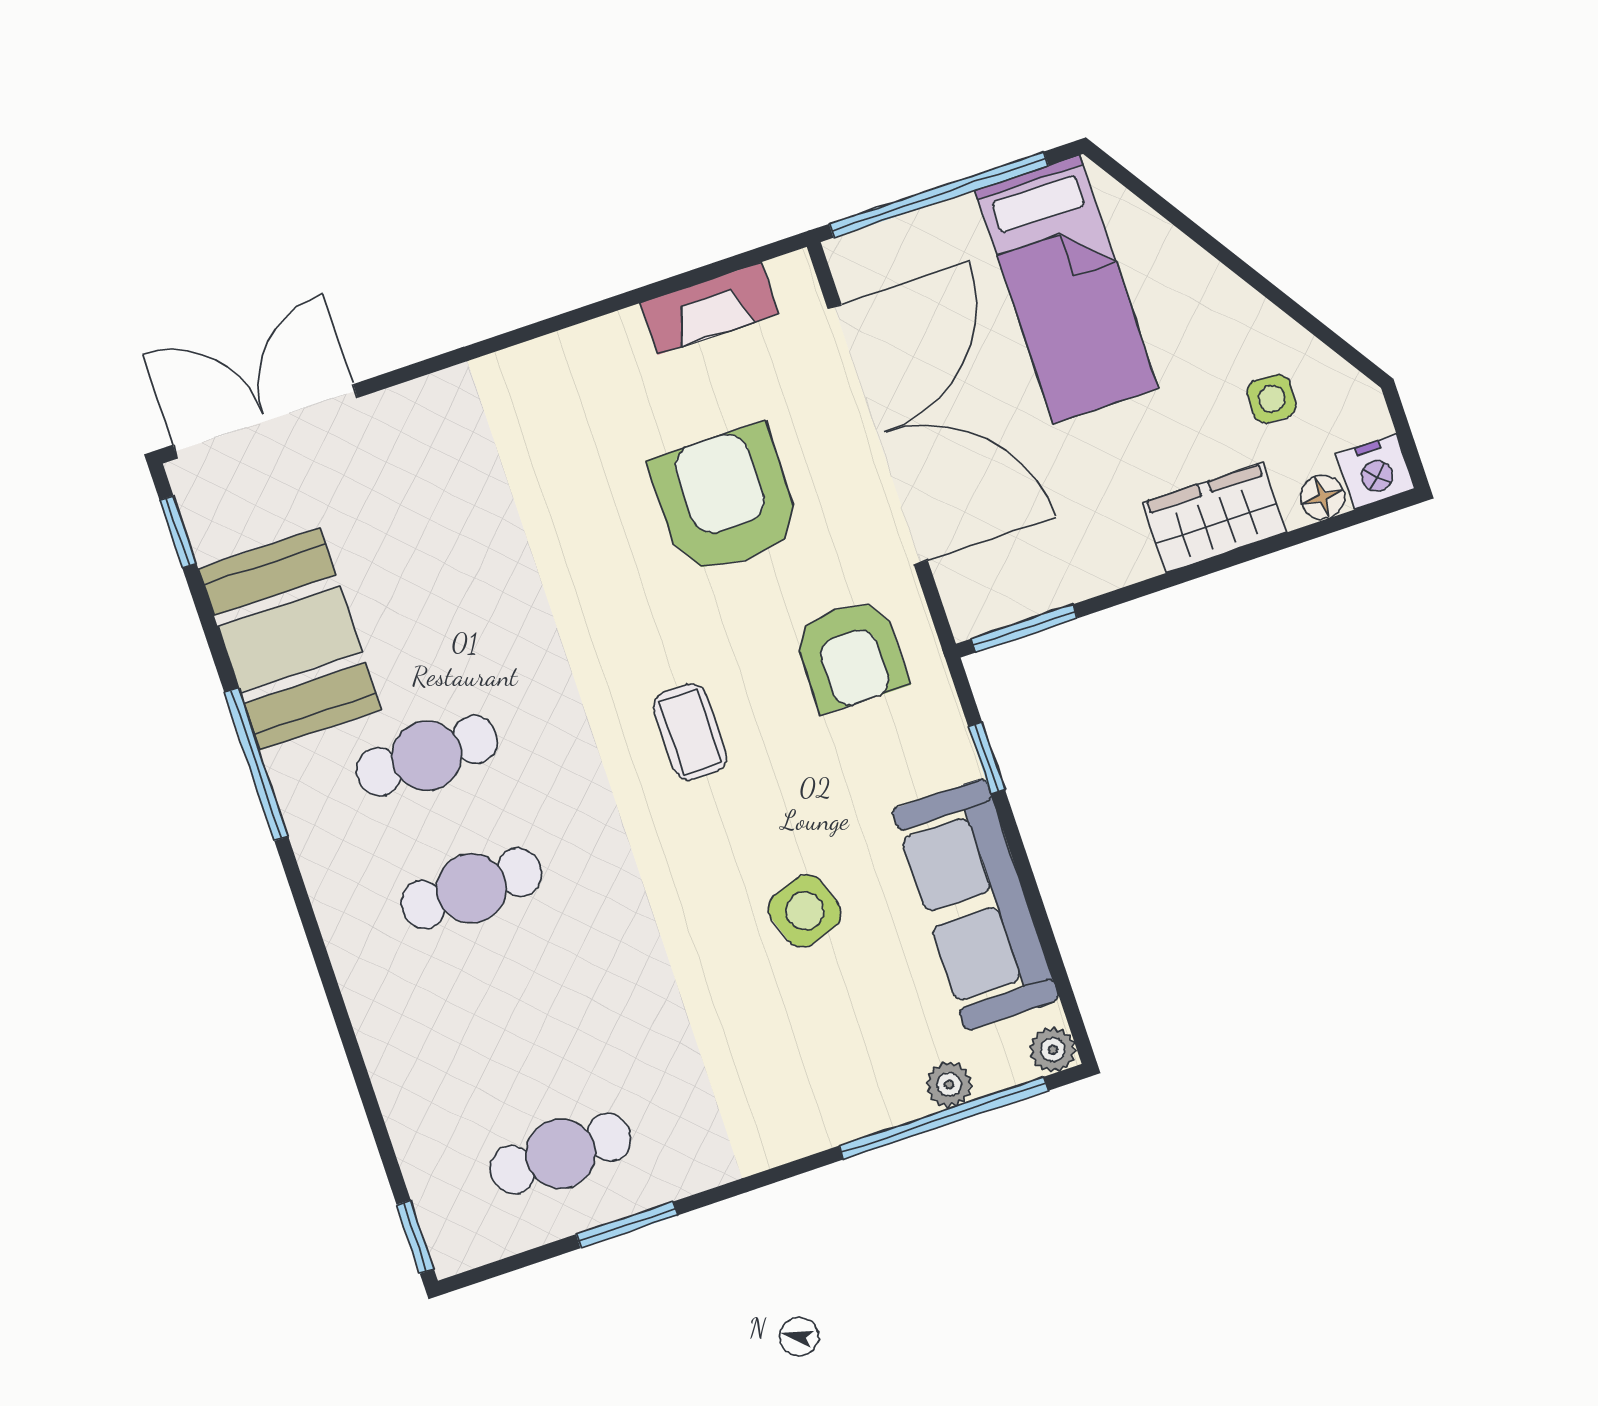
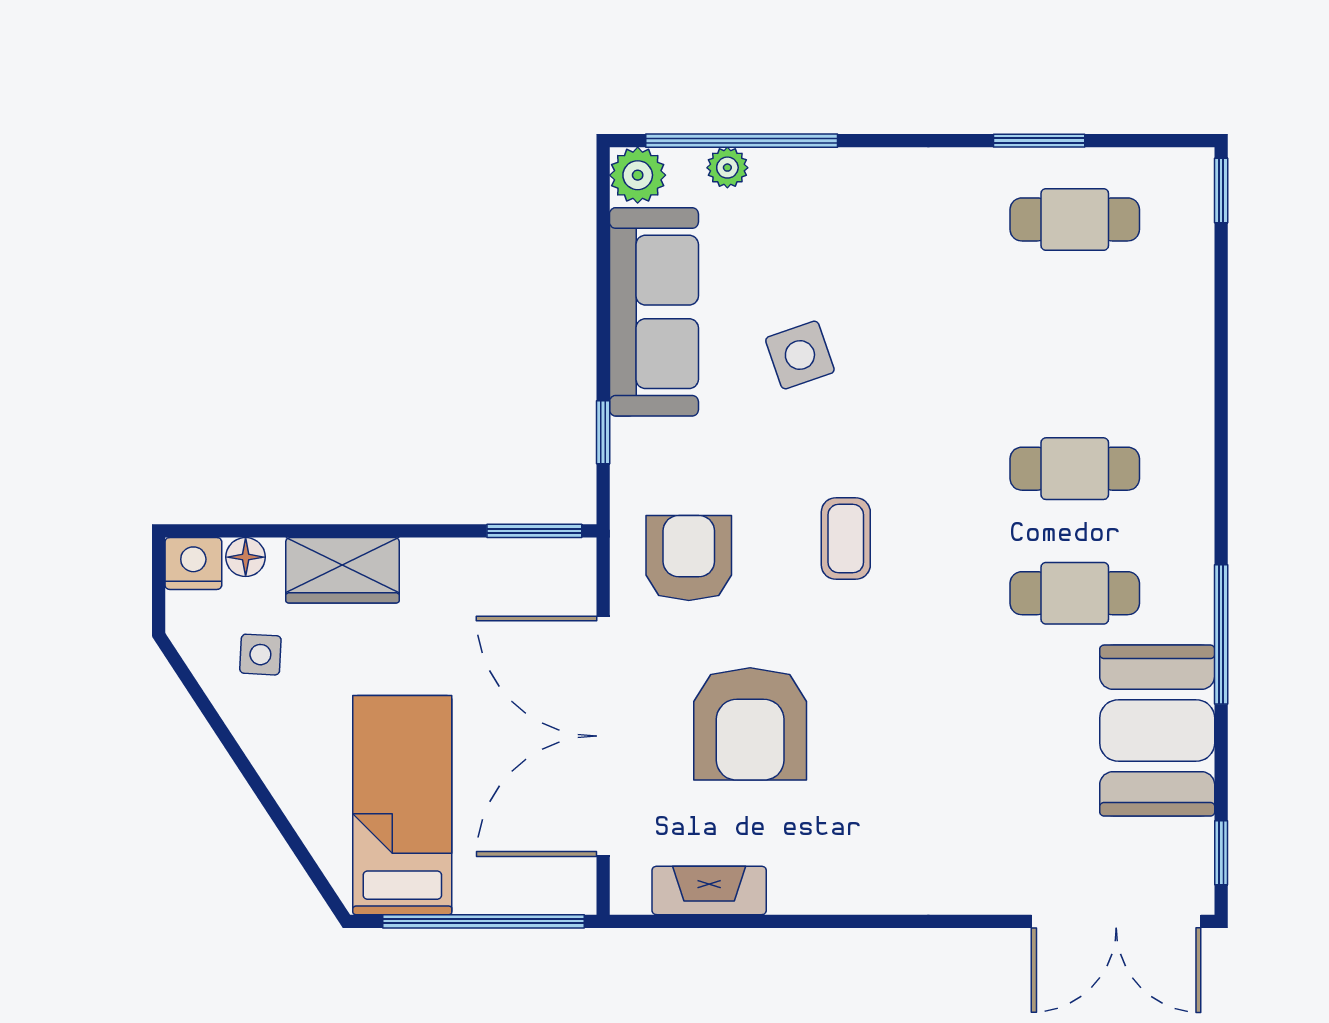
plant: (1053, 1050) -> (638, 175), width x1.38, depth x1.38

